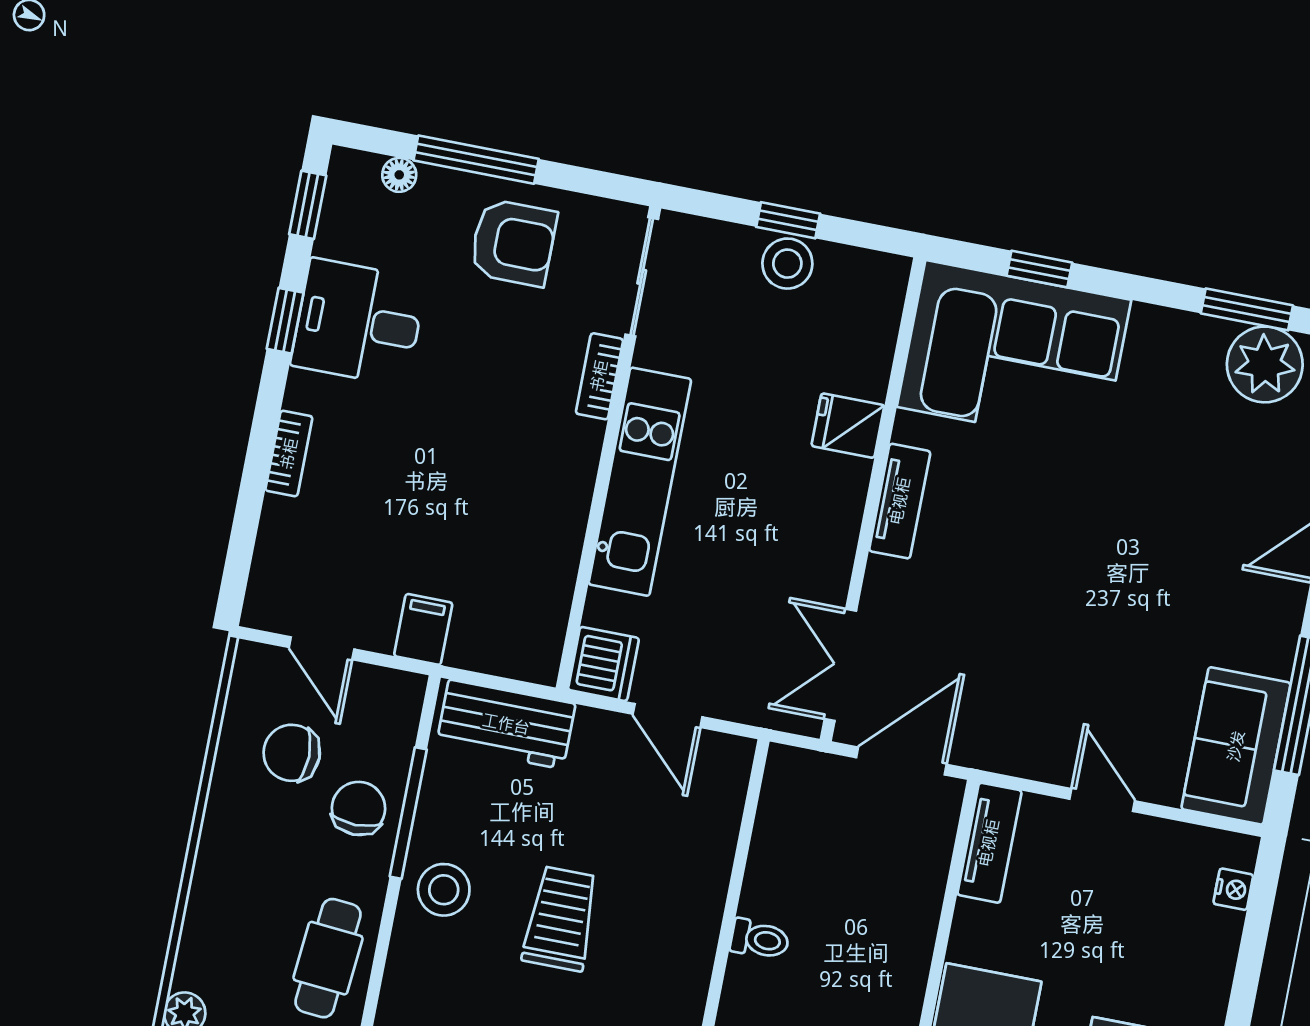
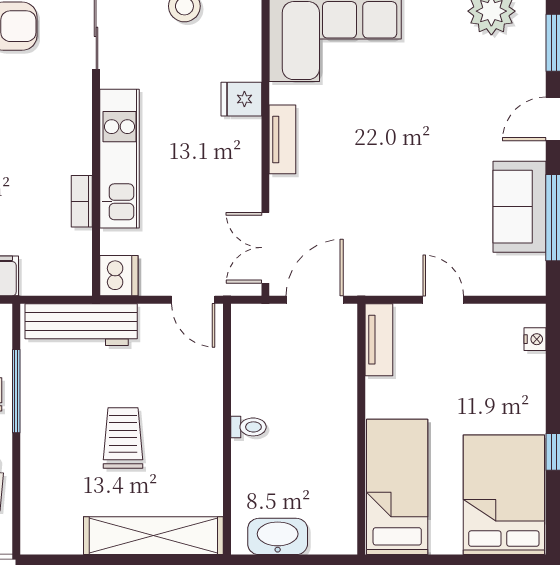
bookcase: (599, 376) -> (82, 201), moved
door: (668, 716) -> (193, 300), moved
workbench: (506, 724) -> (81, 325), width x1.38
sofa: (1236, 746) -> (519, 207), moved
stool: (444, 890) -> (47, 434), removed

